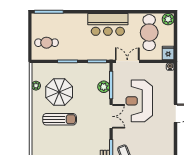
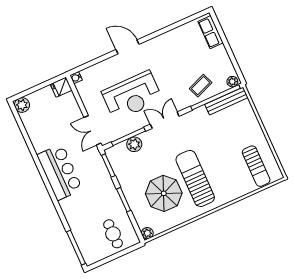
cafe table: (149, 33) -> (47, 120), removed
plant: (36, 86) -> (147, 233), moved
sun lounger: (60, 119) -> (195, 178), width x1.36, depth x1.34

